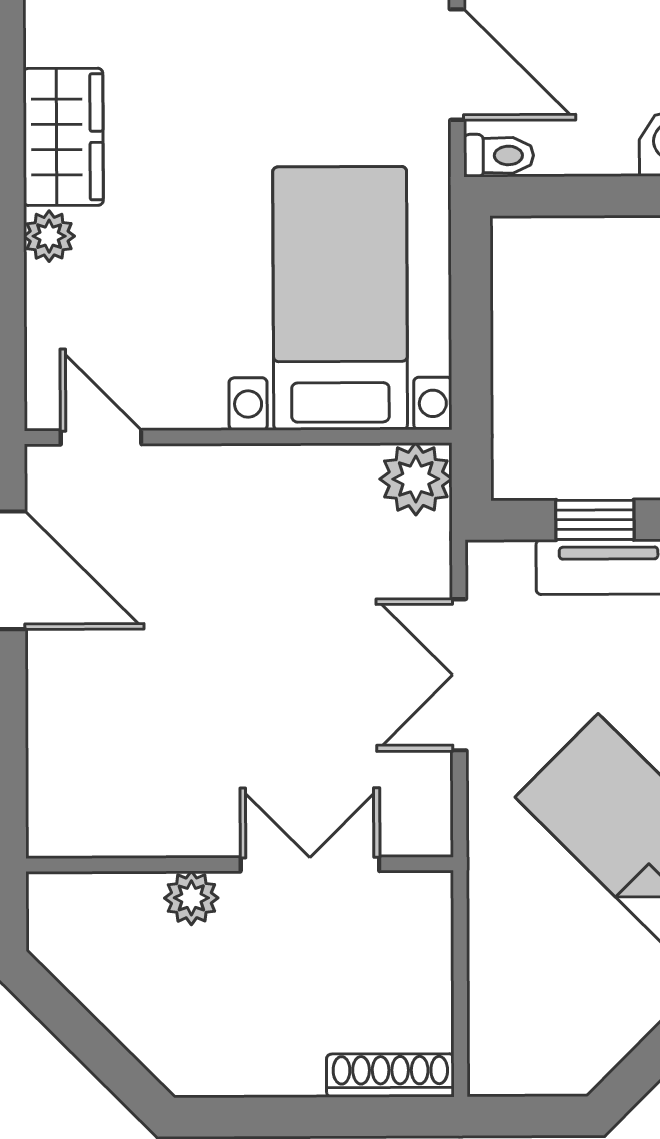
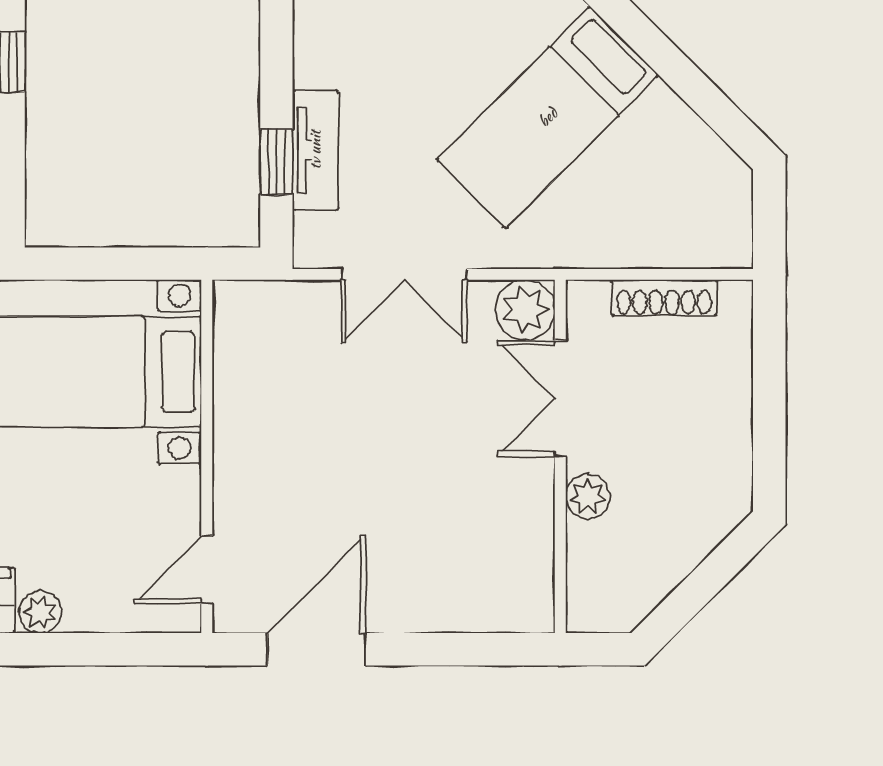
plant: (416, 479) -> (525, 310), moved
shoe rack: (390, 1075) -> (664, 298), moved, turned -90

